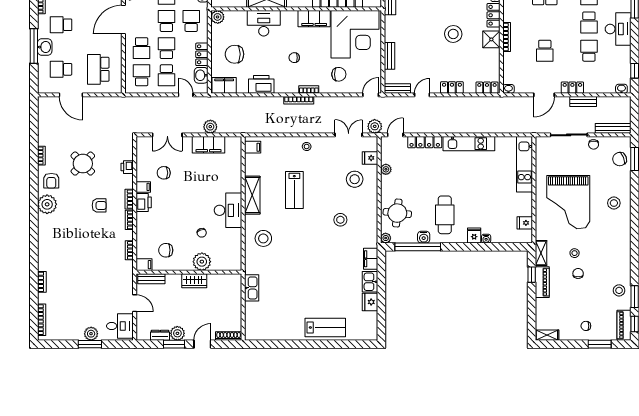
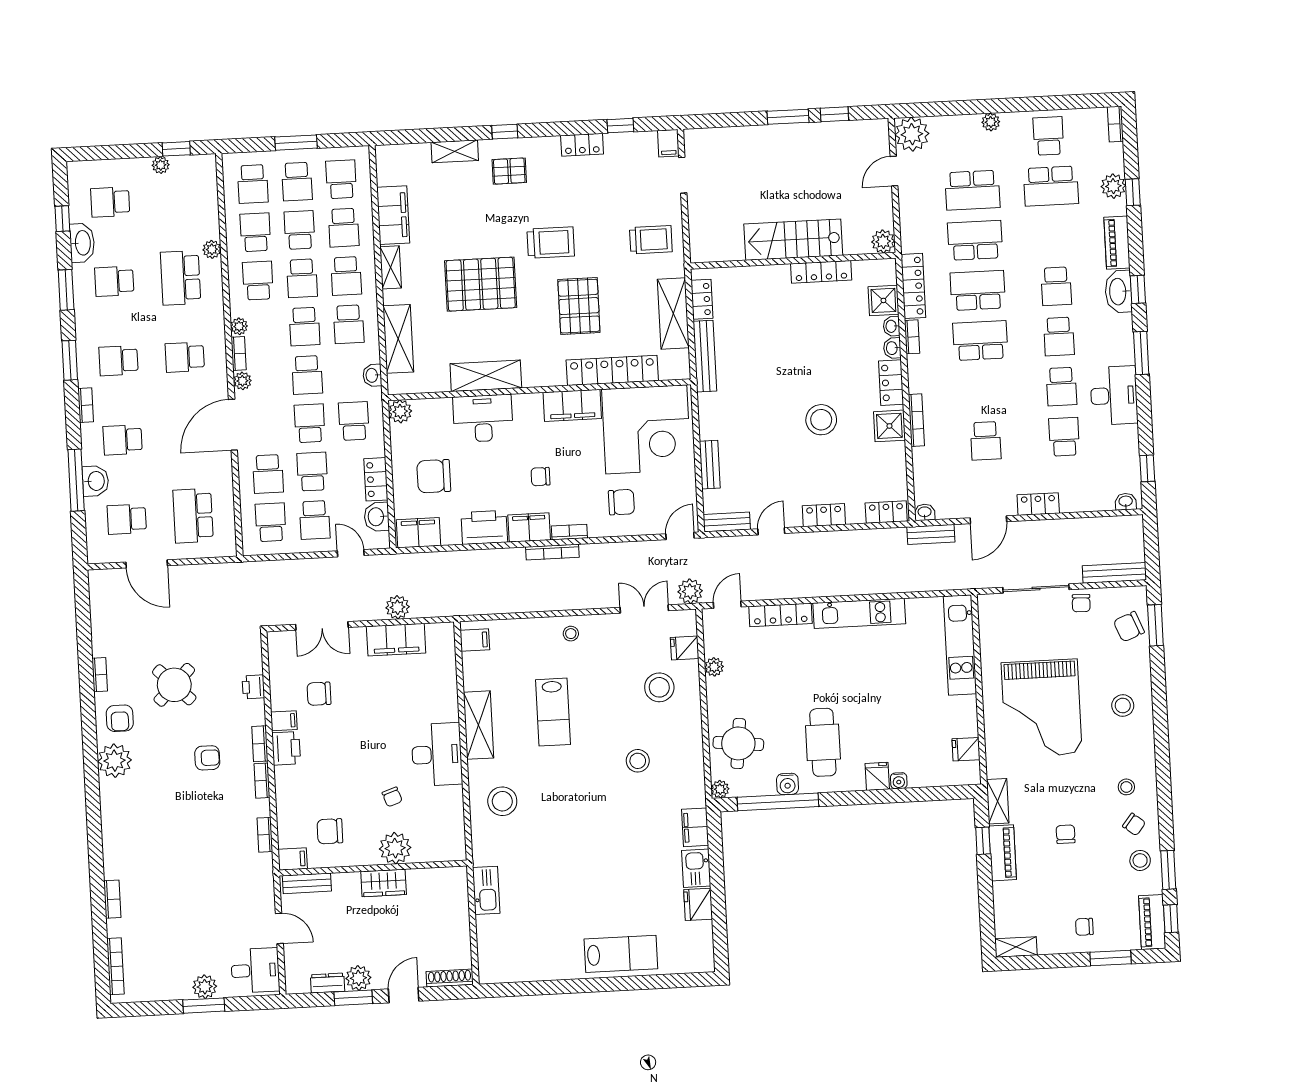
filing cabinet: (286, 86) -> (529, 527), added
bench: (583, 102) -> (931, 534), moved
stool: (575, 253) -> (1126, 787), moved
chair: (617, 270) -> (1134, 824), added

